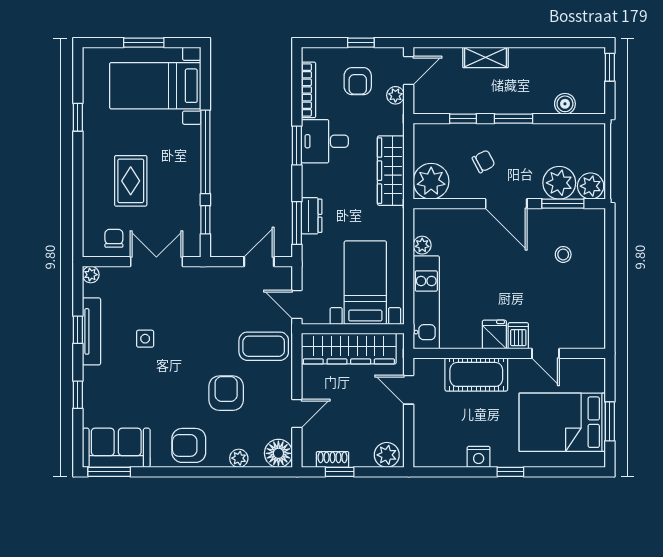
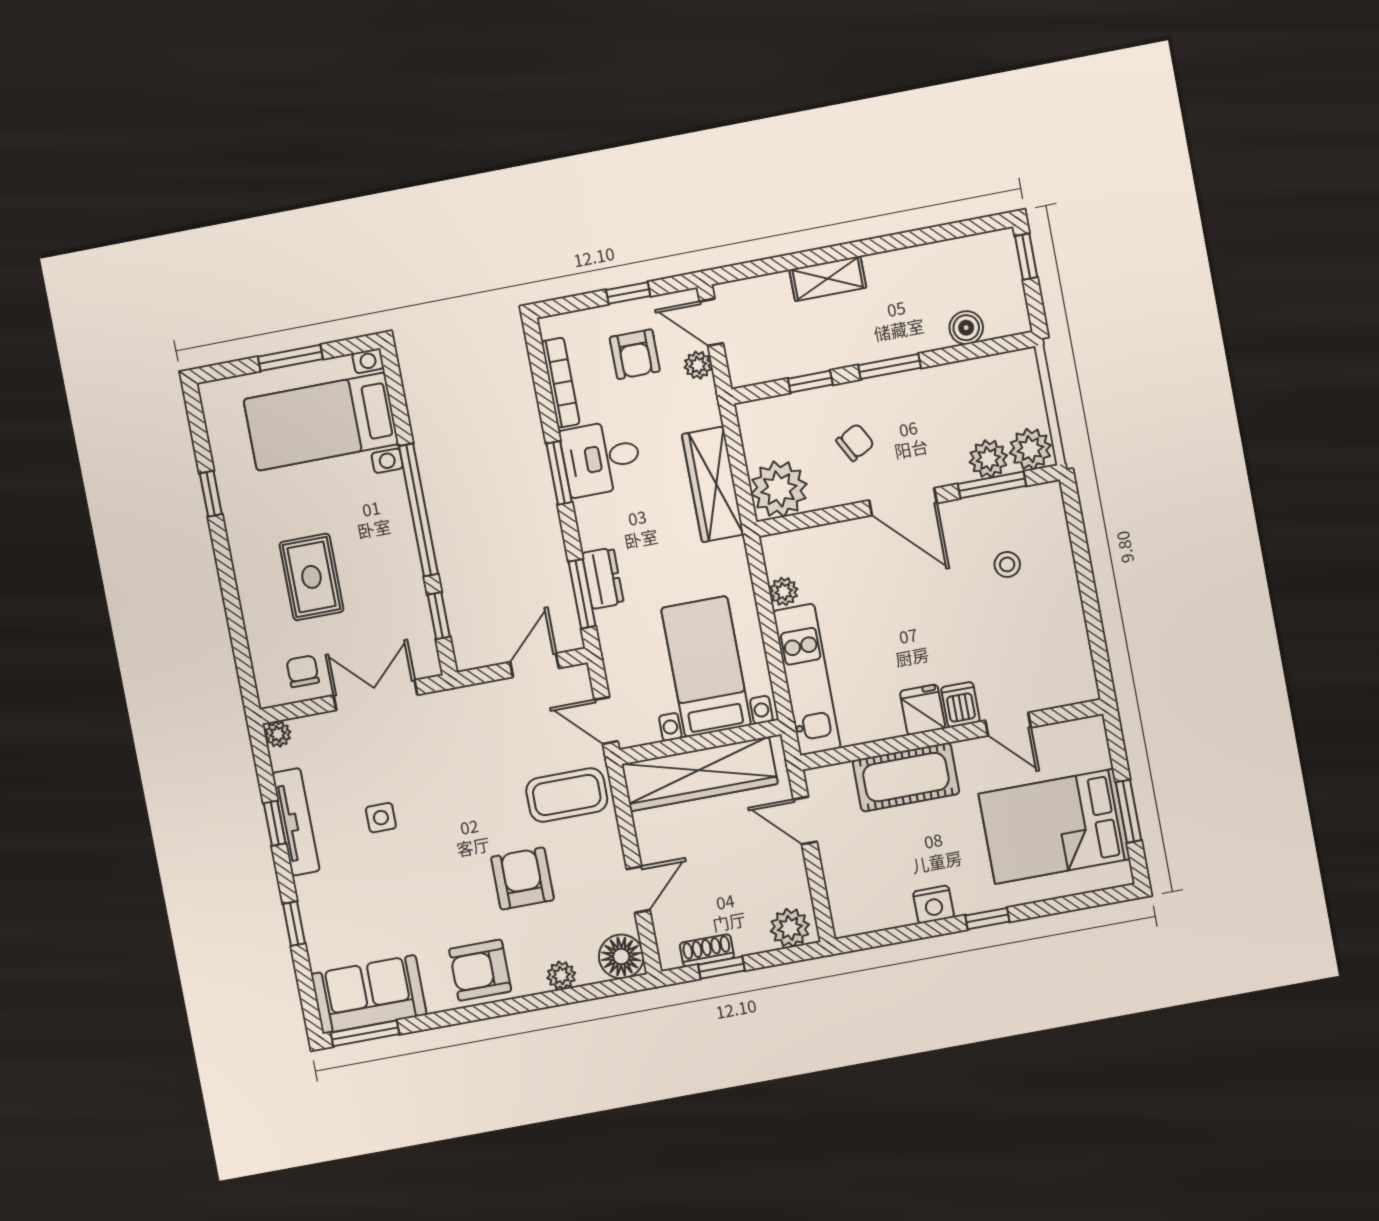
door: (409, 71) -> (711, 322), swing flipped
plant: (559, 183) -> (988, 459), width x0.73, depth x0.73

